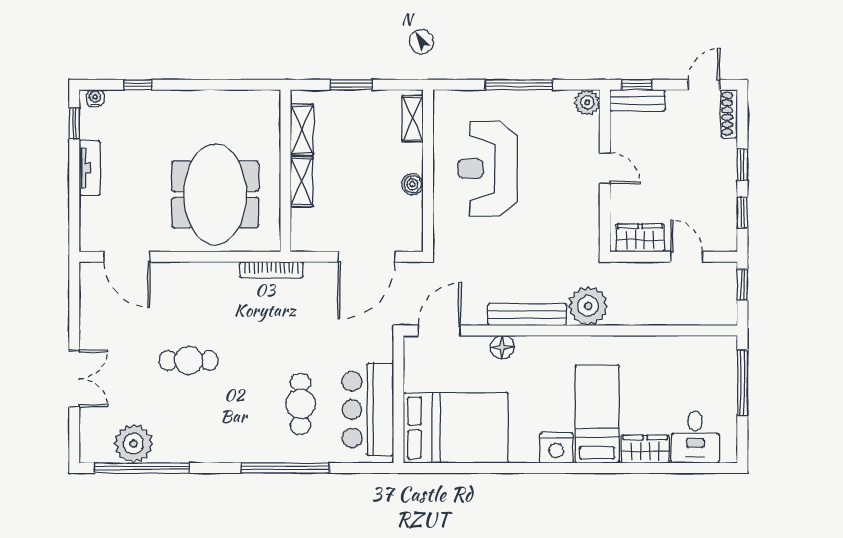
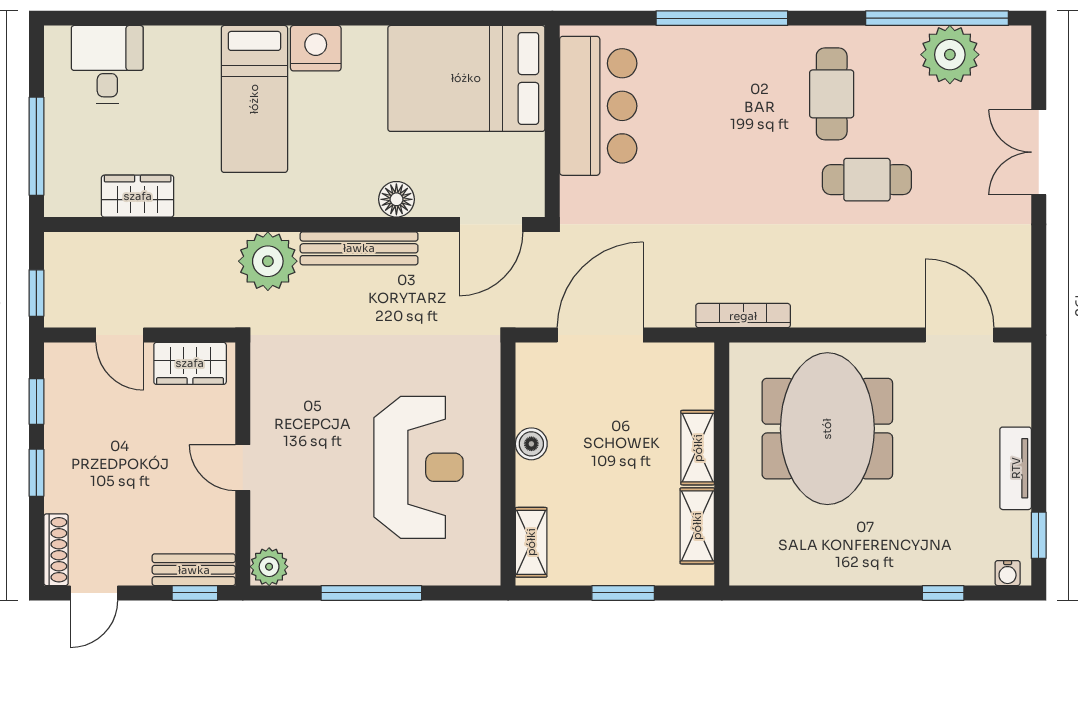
cafe table: (300, 404) -> (832, 94), moved
wardrobe: (645, 449) -> (138, 196), moved, turned 180

